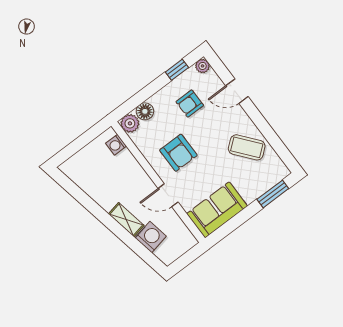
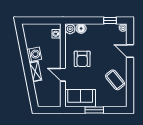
armchair: (190, 104) -> (104, 40), removed
window: (273, 194) -> (94, 110), moved
washing machine: (151, 237) -> (34, 54), moved

